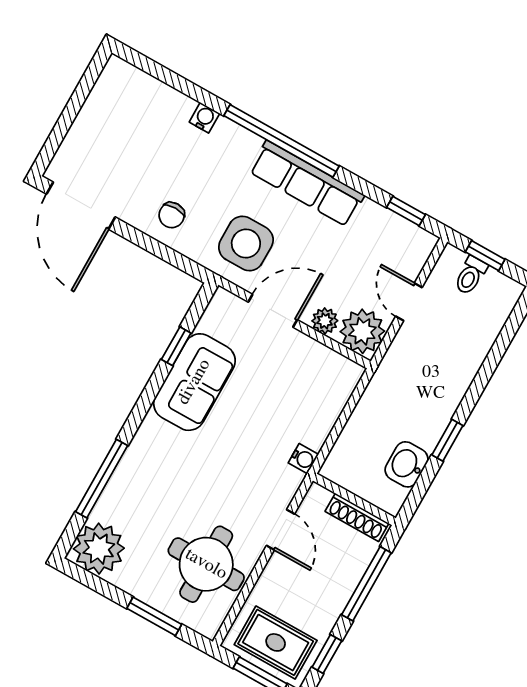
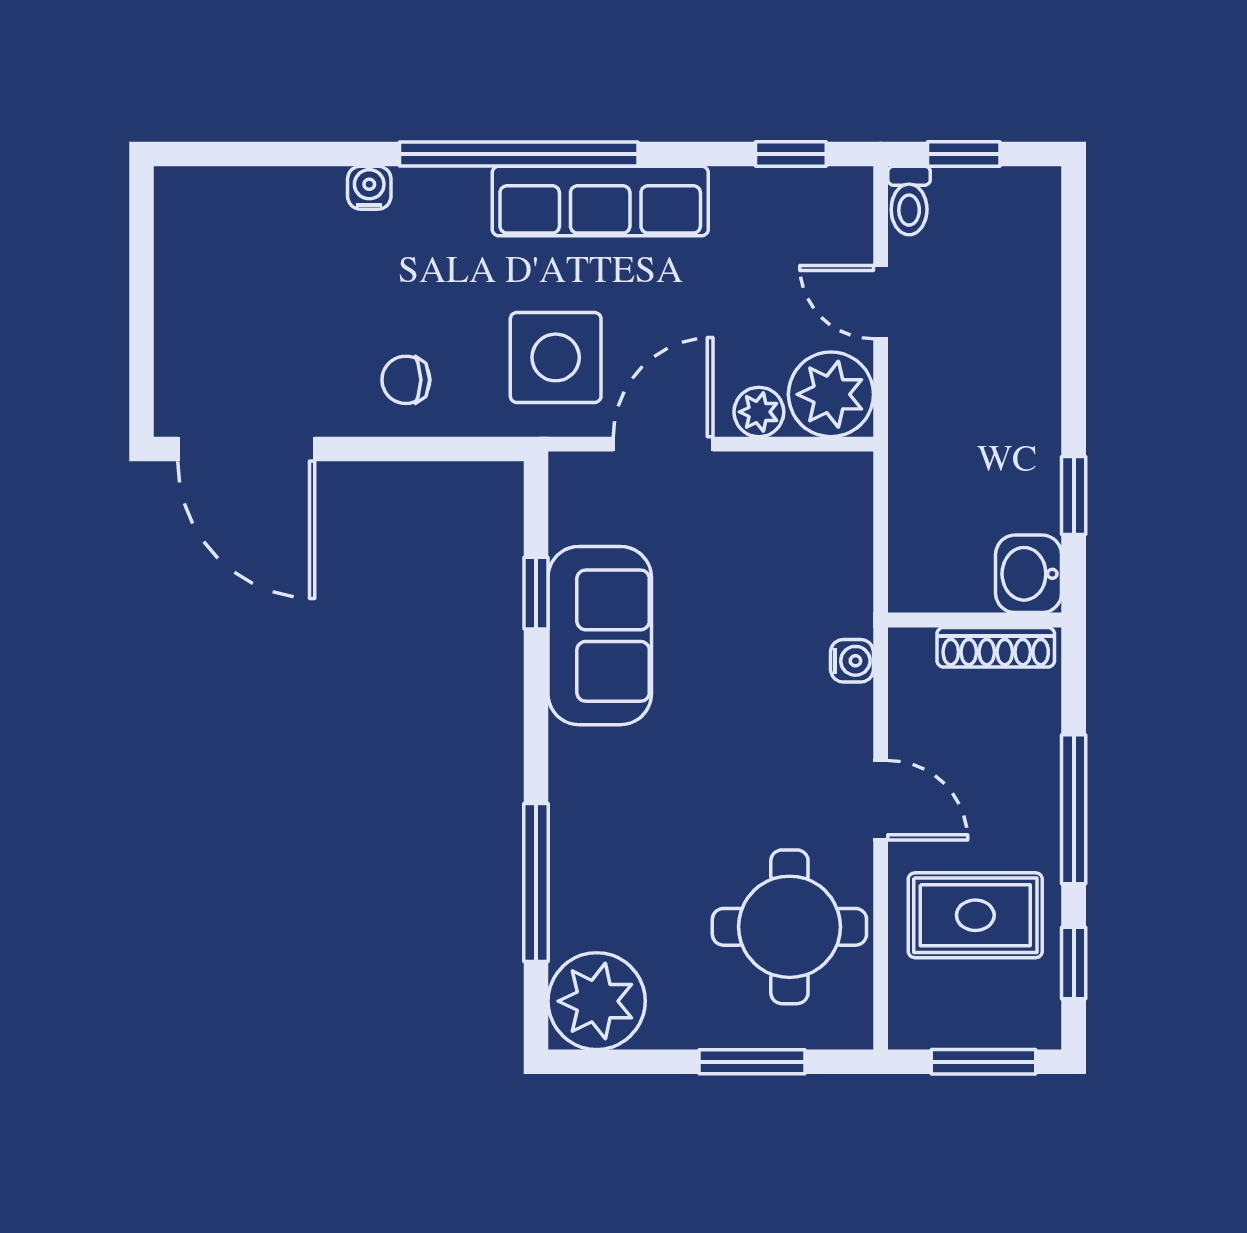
chair: (172, 215) -> (406, 380), turned 90
toilet: (471, 275) -> (909, 200), moved
wall: (354, 499) -> (975, 620), moved
shoe rack: (357, 517) -> (996, 647), moved
rug: (276, 642) -> (975, 915), moved

